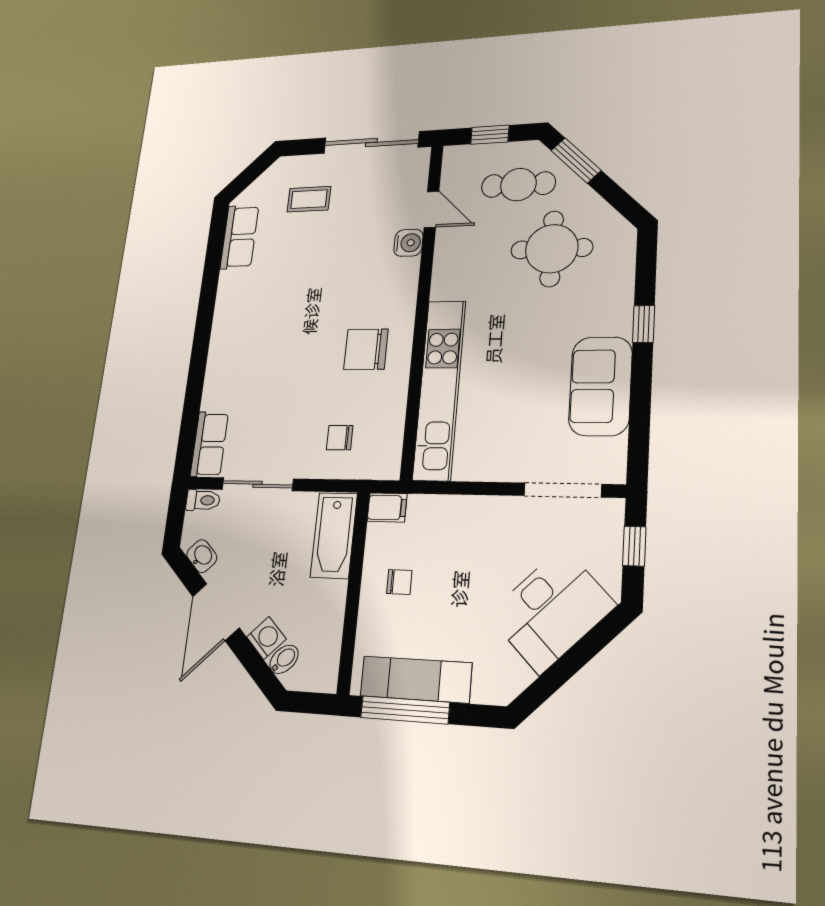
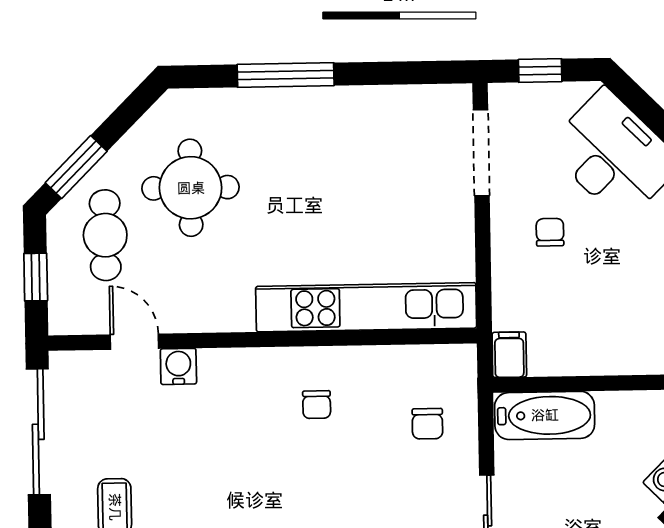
door: (431, 209) -> (134, 342), hinge flipped
window: (644, 324) -> (286, 75), width x2.17
chair: (366, 349) -> (317, 405), width x0.54, depth x0.54
sofa: (600, 386) -> (360, 119), removed
chair: (399, 582) -> (550, 232), moved

